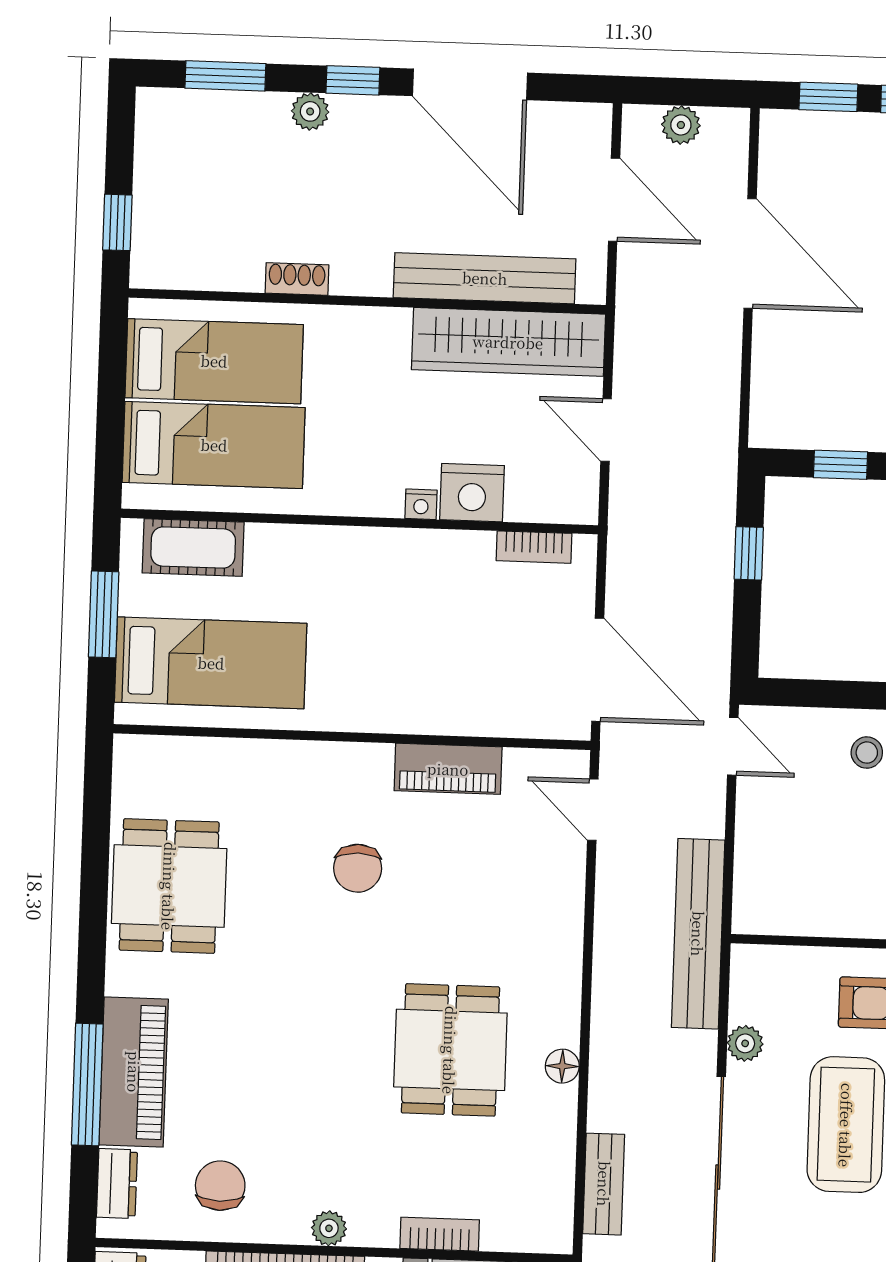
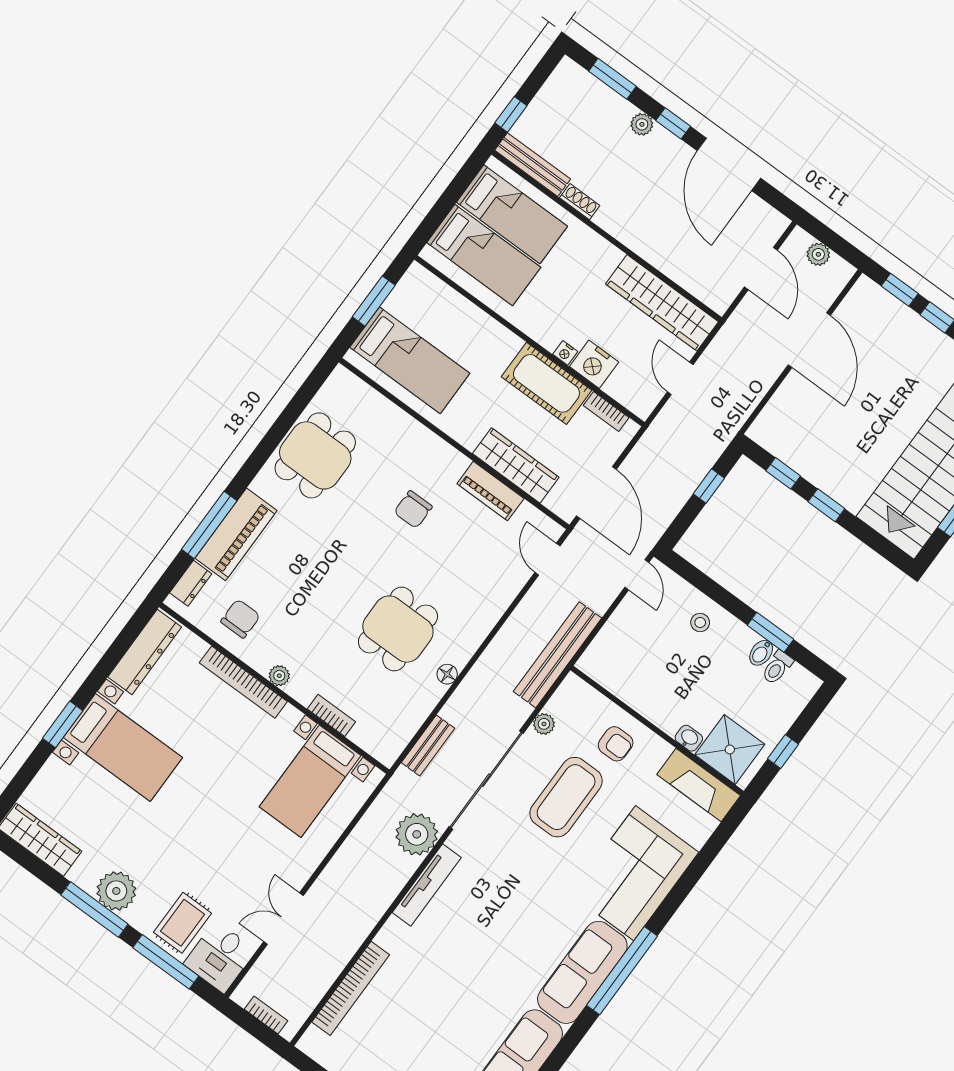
bench: (485, 278) -> (533, 165), moved, width x0.73, depth x0.82
cot: (193, 547) -> (546, 383), moved, width x1.37, depth x1.34
wardrobe: (459, 709) -> (516, 465), added

